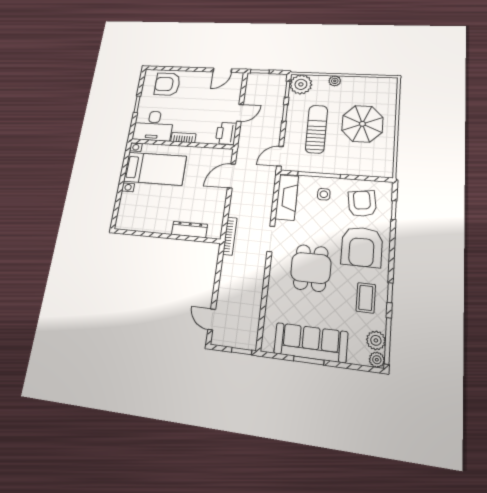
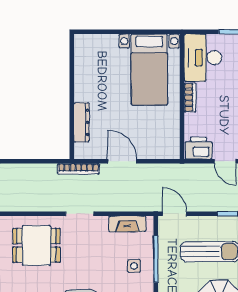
door: (231, 176) -> (122, 161), moved
fireplace: (287, 197) -> (127, 224), width x0.73, depth x0.76
dining table: (311, 268) -> (36, 245), moved

